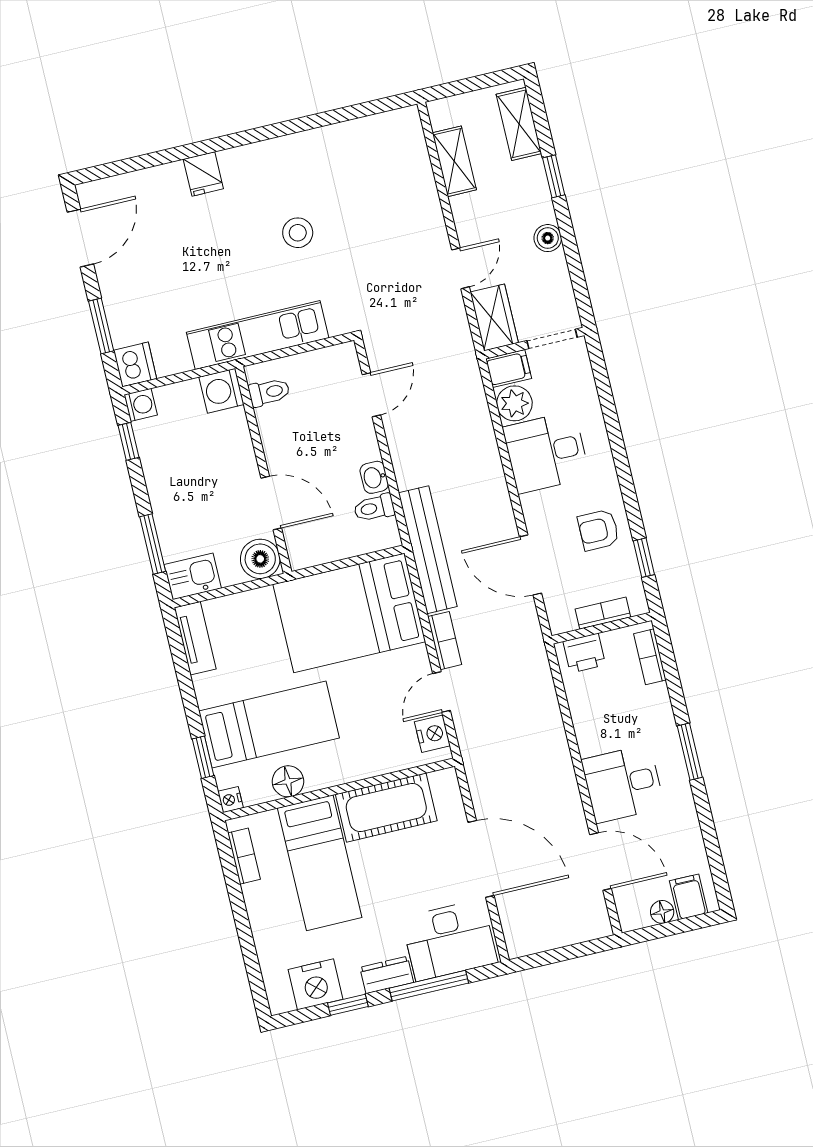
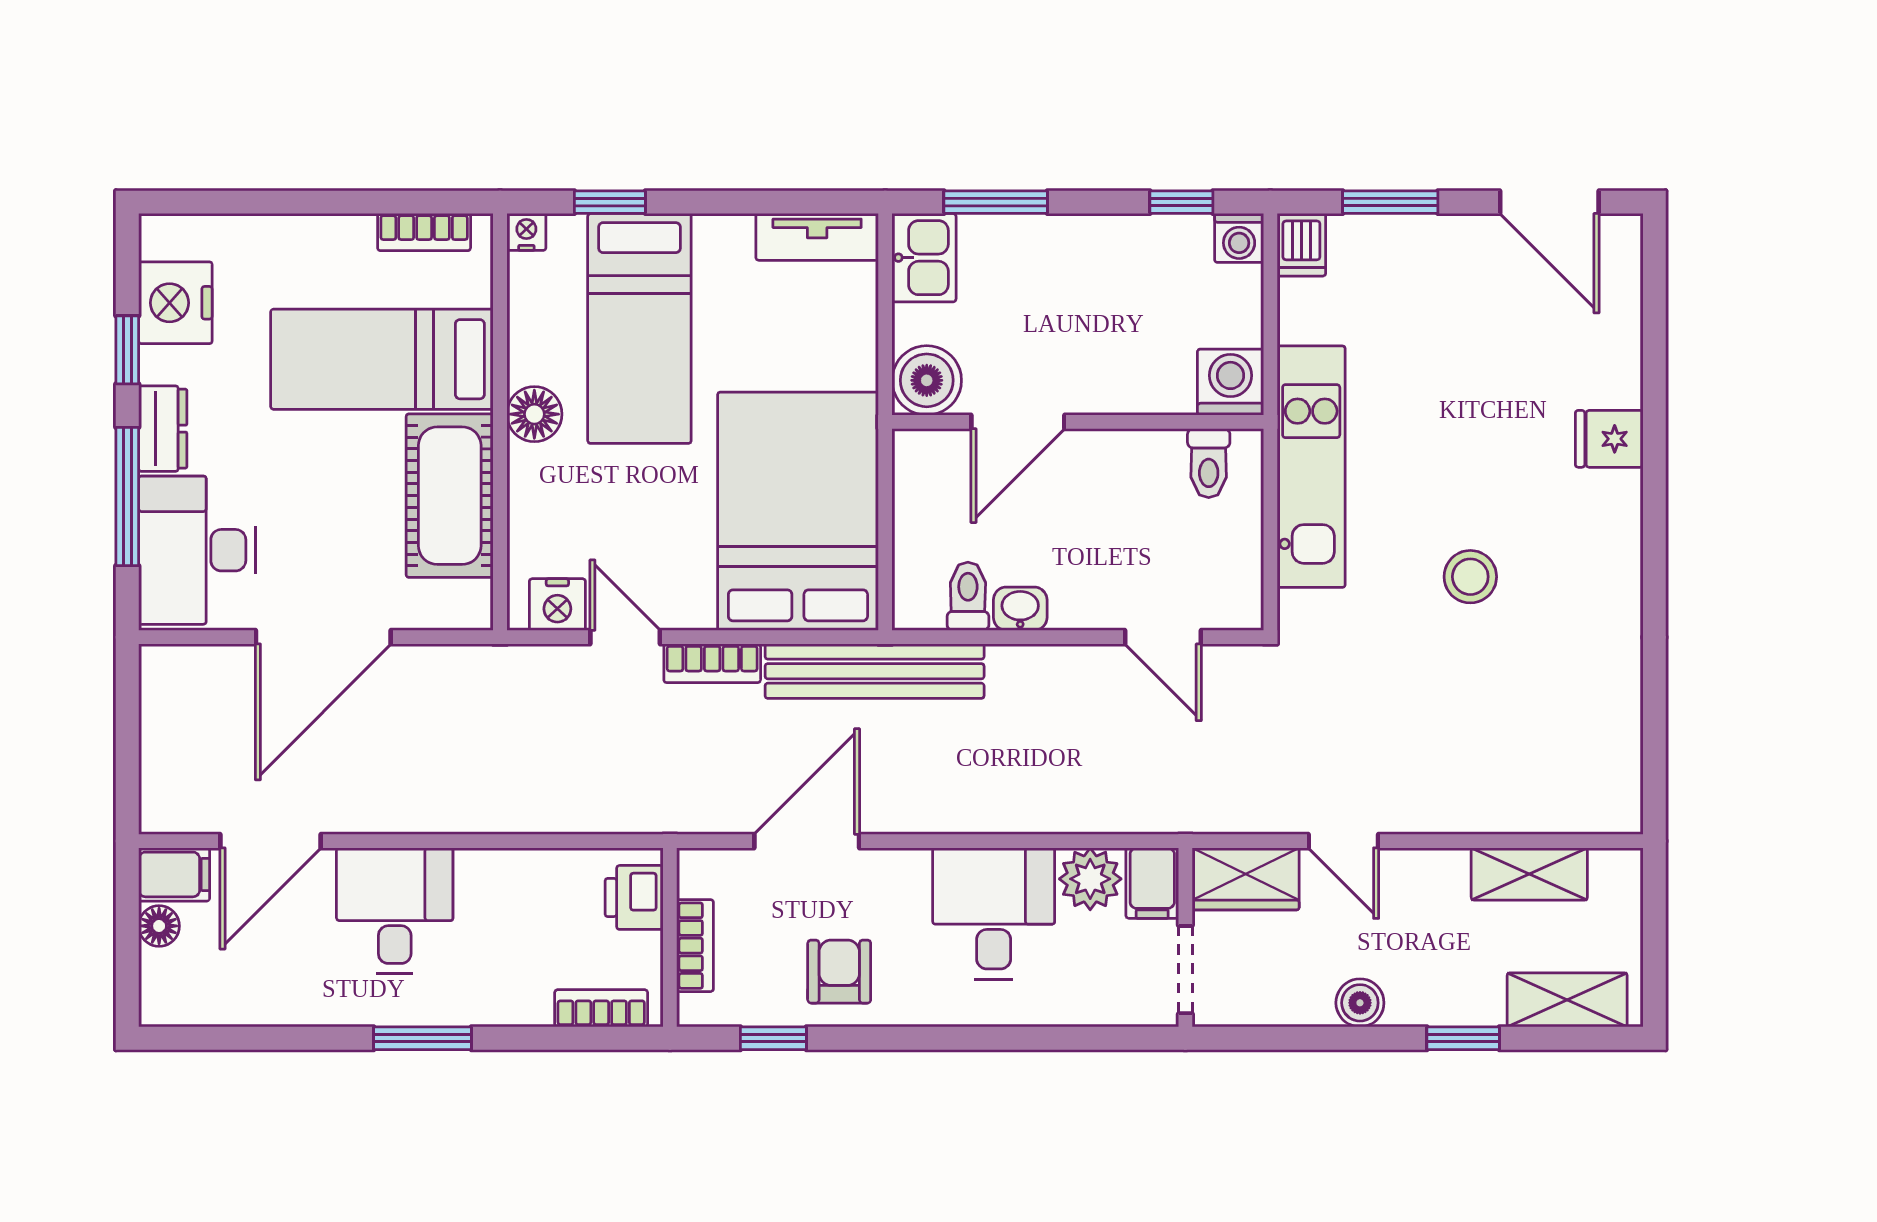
dishwasher: (135, 364) -> (1301, 245), width x0.73
floor lamp: (288, 781) -> (534, 414), moved
filing cabinet: (689, 897) -> (174, 874), moved

